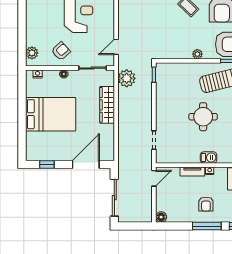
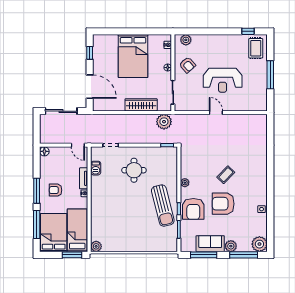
door: (116, 47) -> (216, 113), moved
round table: (203, 117) -> (134, 170), moved
barbecue: (209, 158) -> (96, 168), moved

